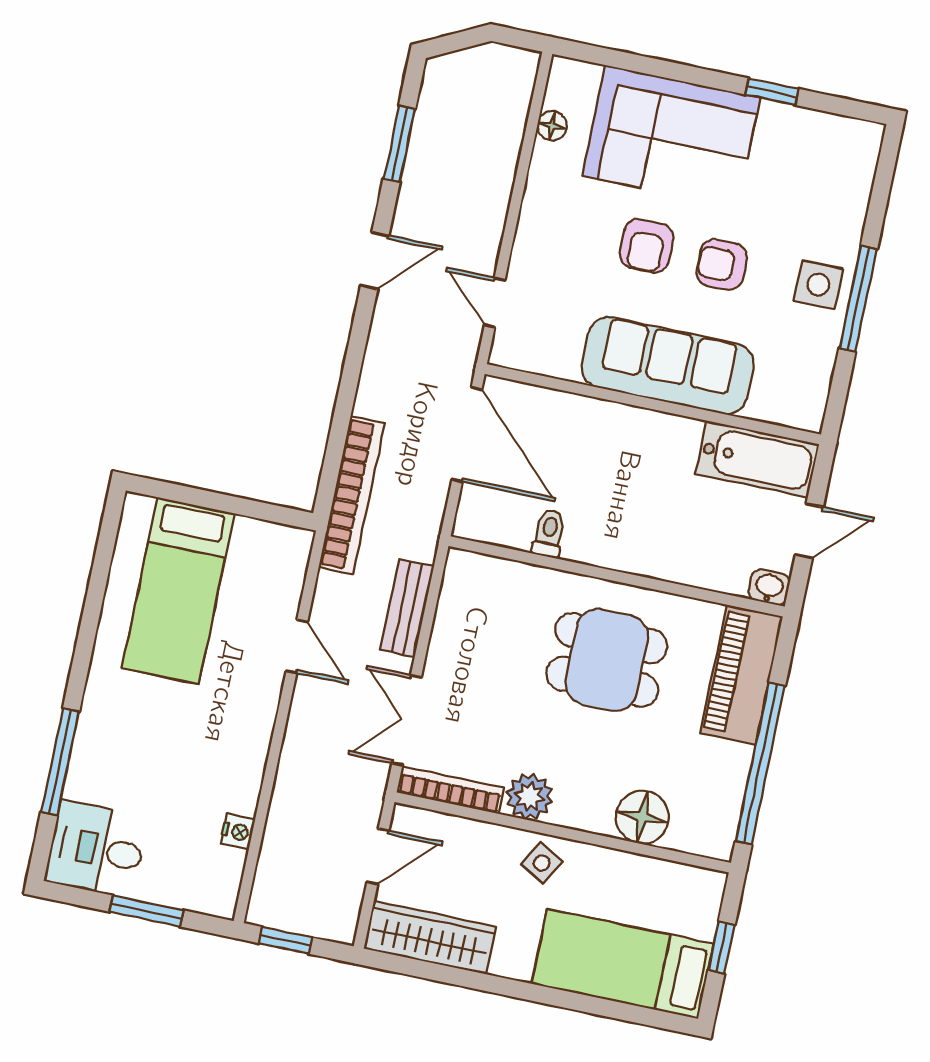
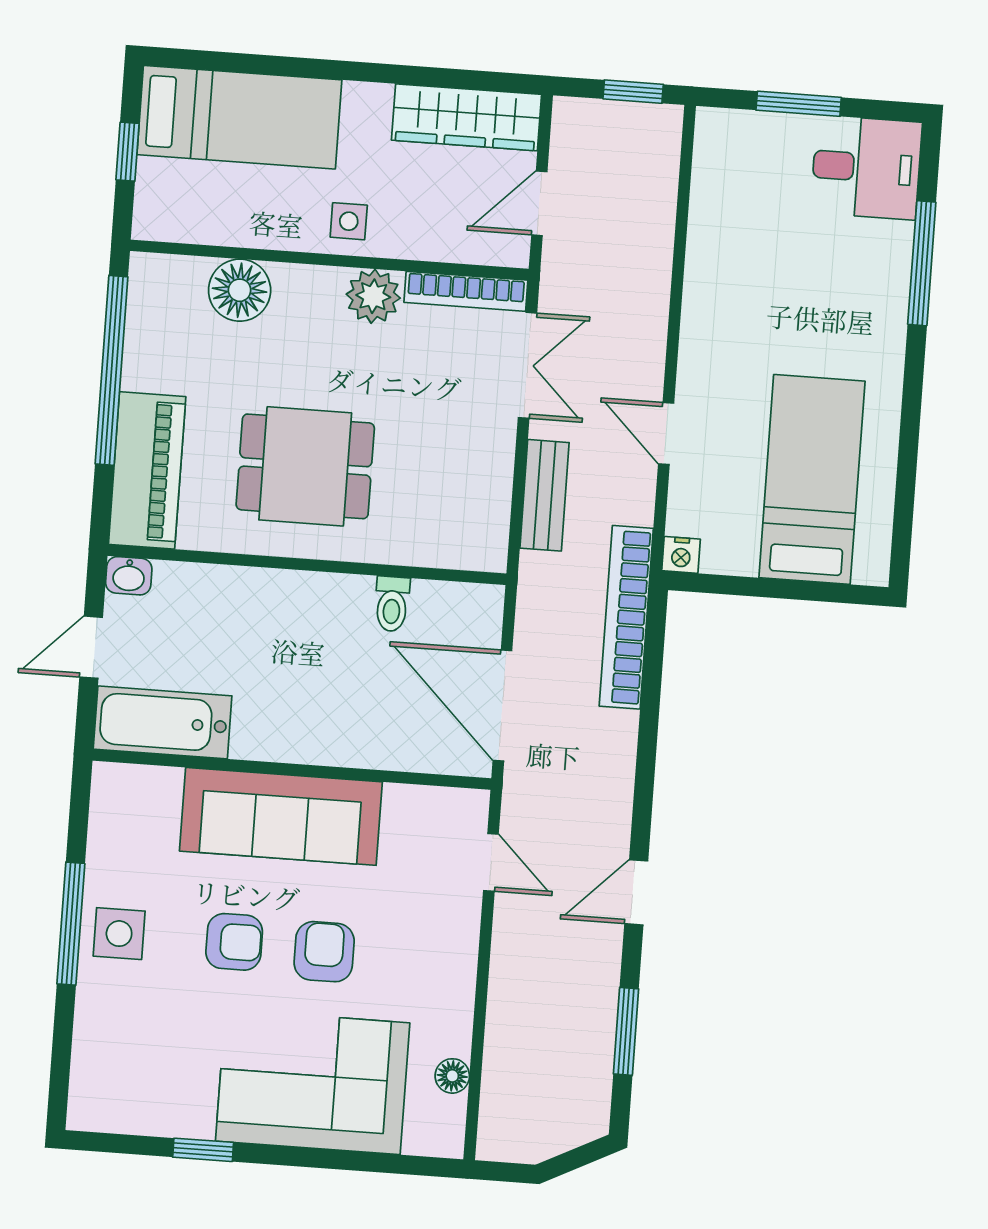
nightstand: (238, 832) -> (681, 555), moved, turned -90
side table: (542, 863) -> (349, 221), turned -30

